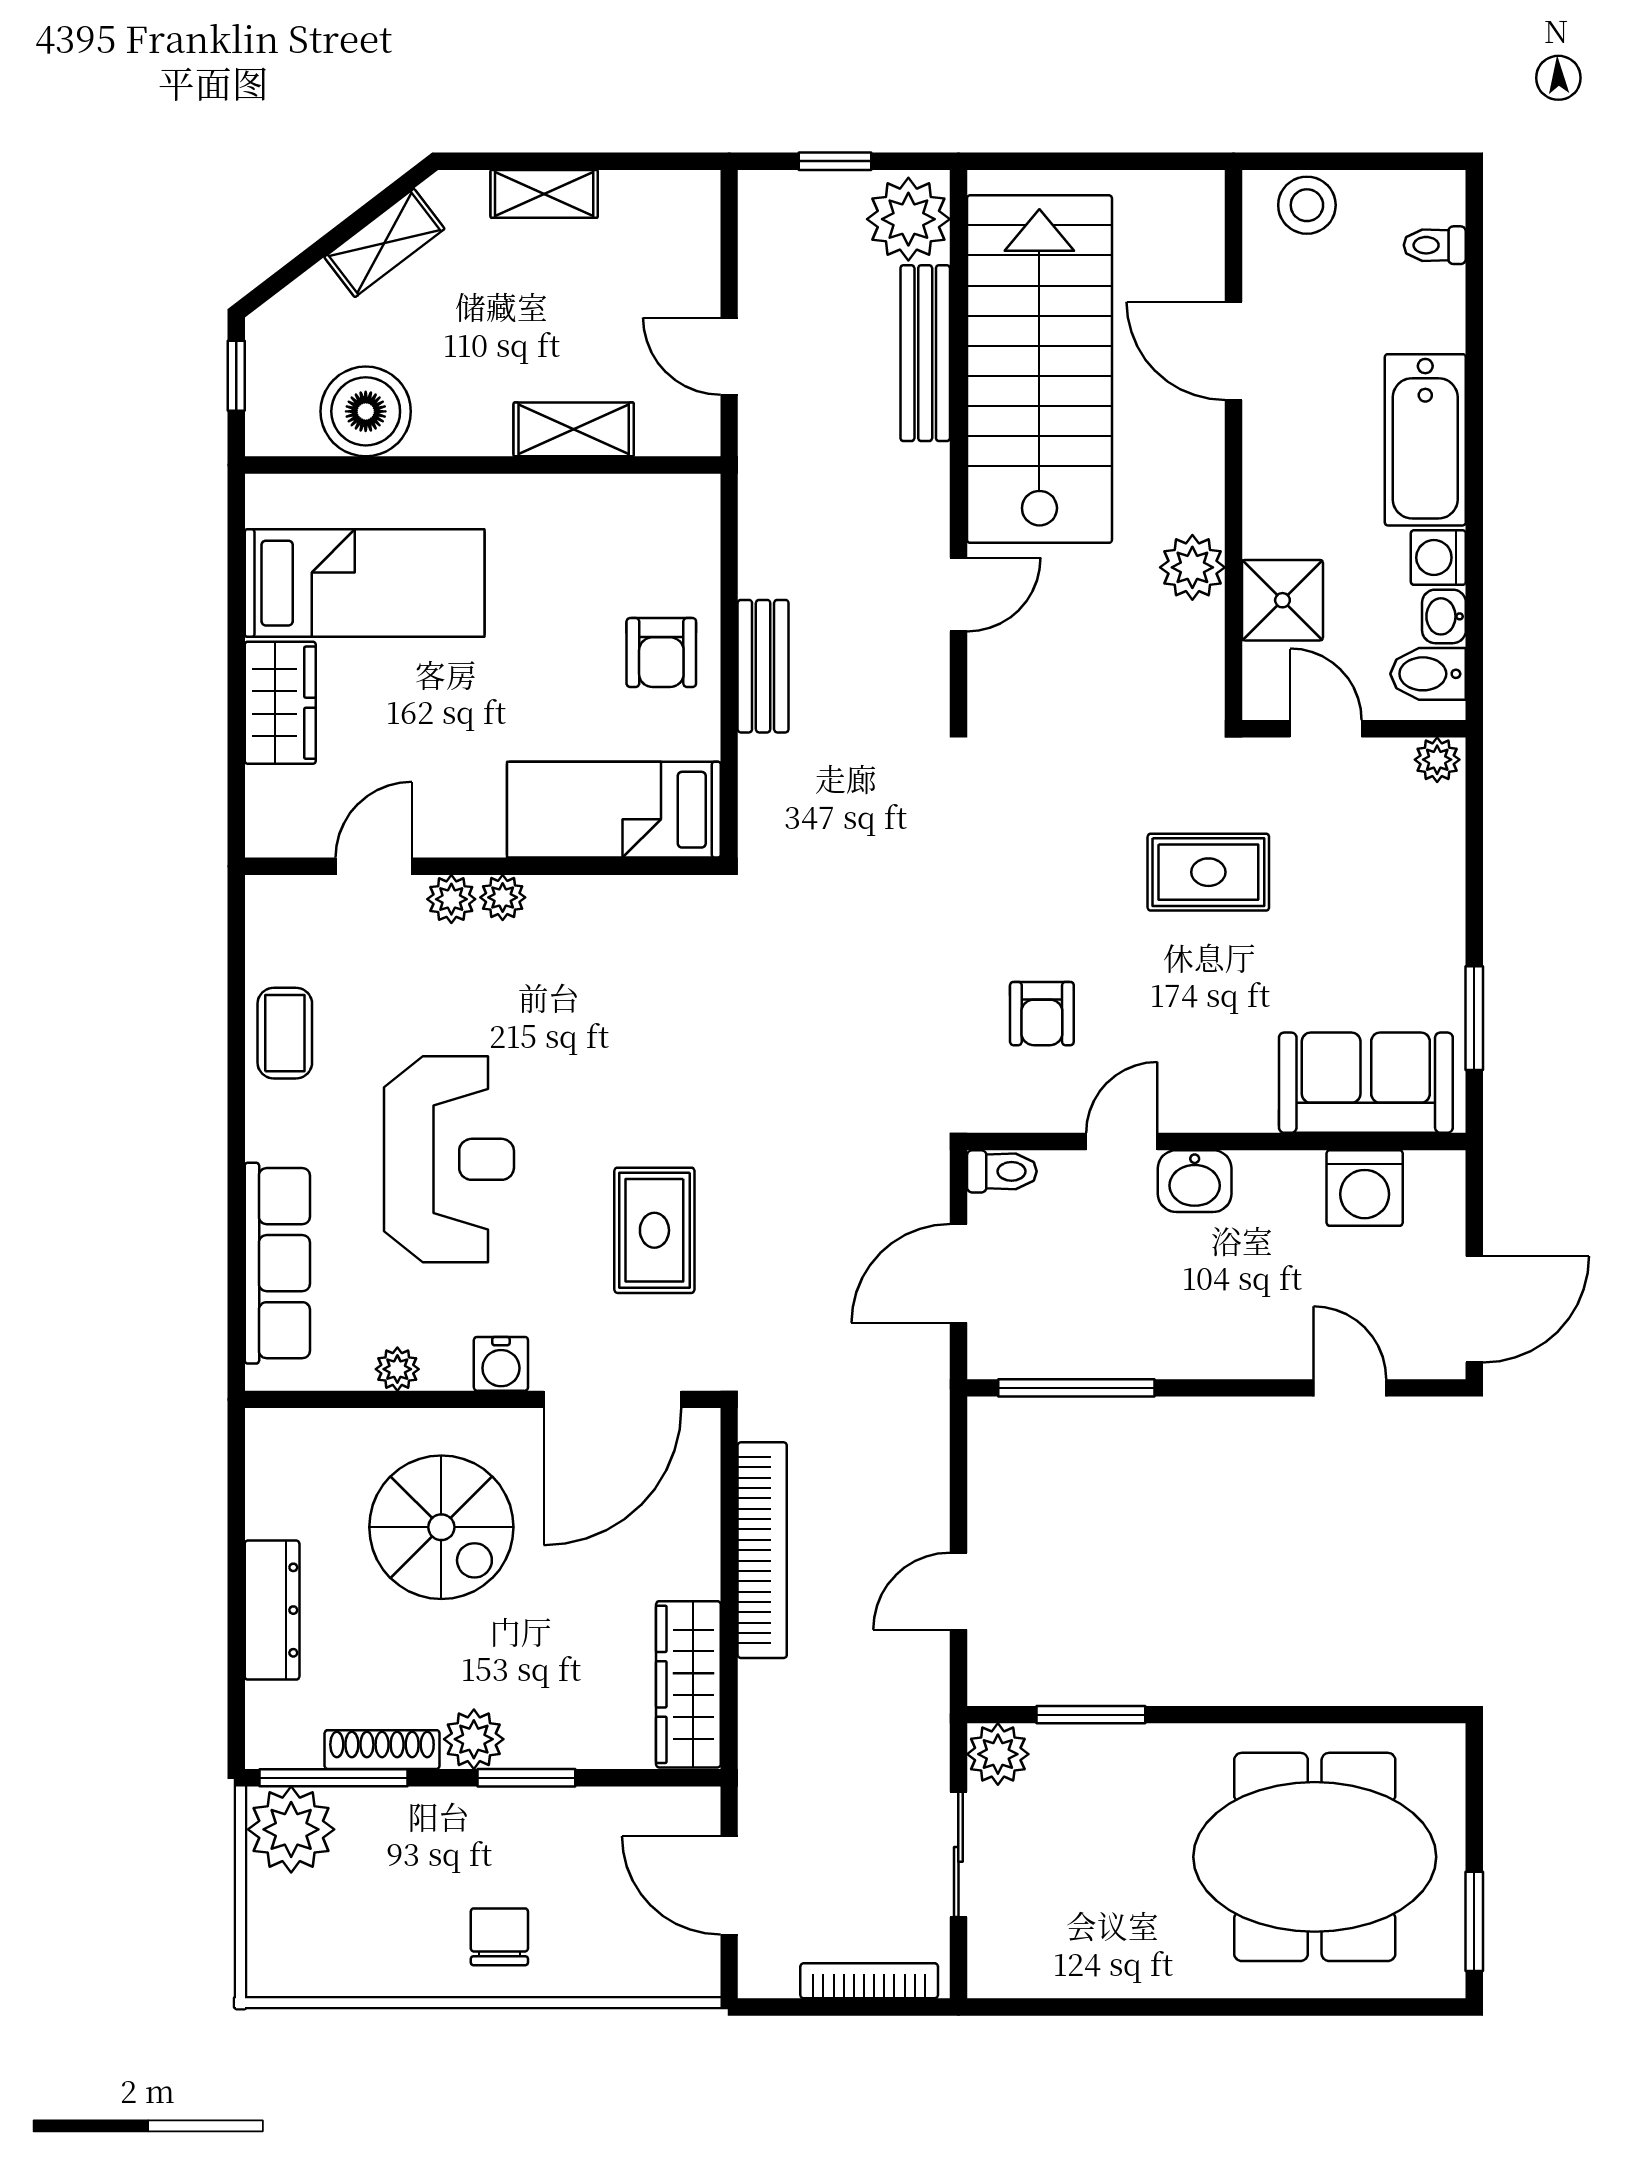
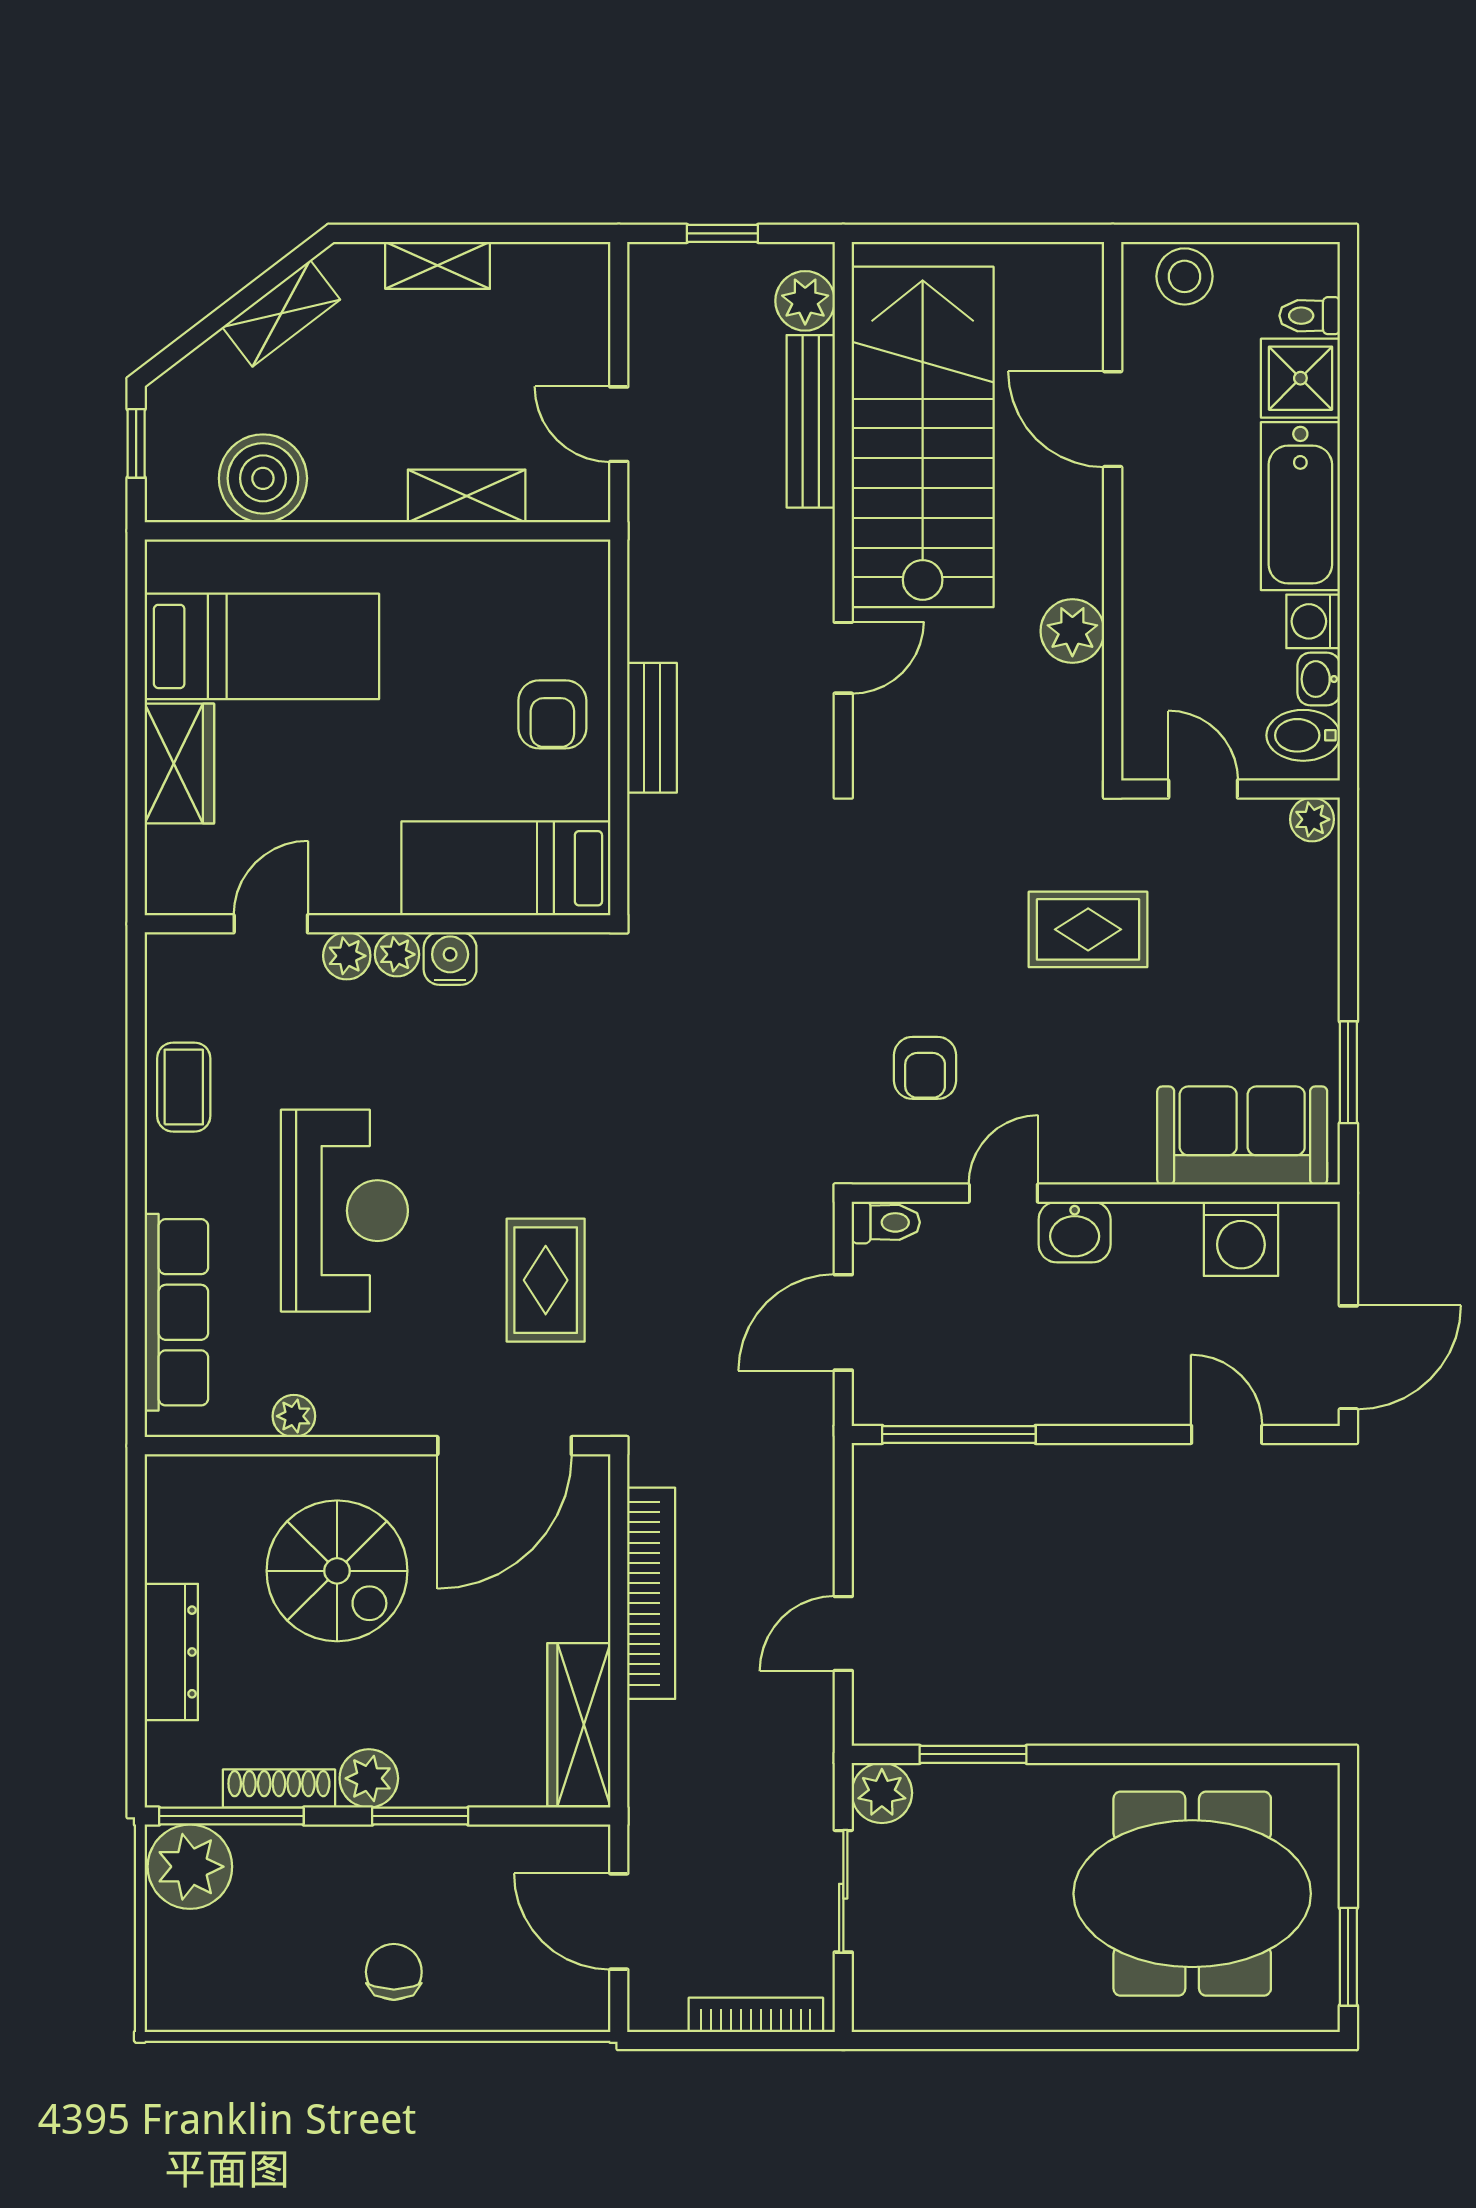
plant: (908, 219) -> (805, 301), width x0.73, depth x0.73
shower: (1282, 600) -> (1300, 378), moved
water cooler: (501, 1364) -> (450, 959), moved, turned 180

